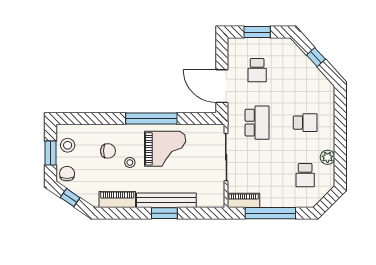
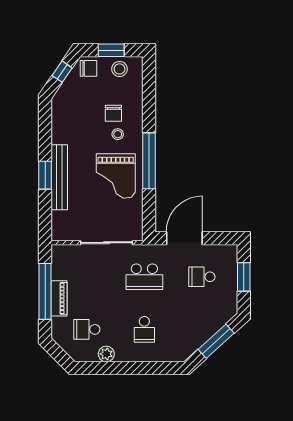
window: (316, 57) -> (216, 341), width x2.17
stool: (130, 162) -> (118, 134), moved
piano: (117, 199) -> (60, 123), removed
piano: (244, 200) -> (59, 298), moved

